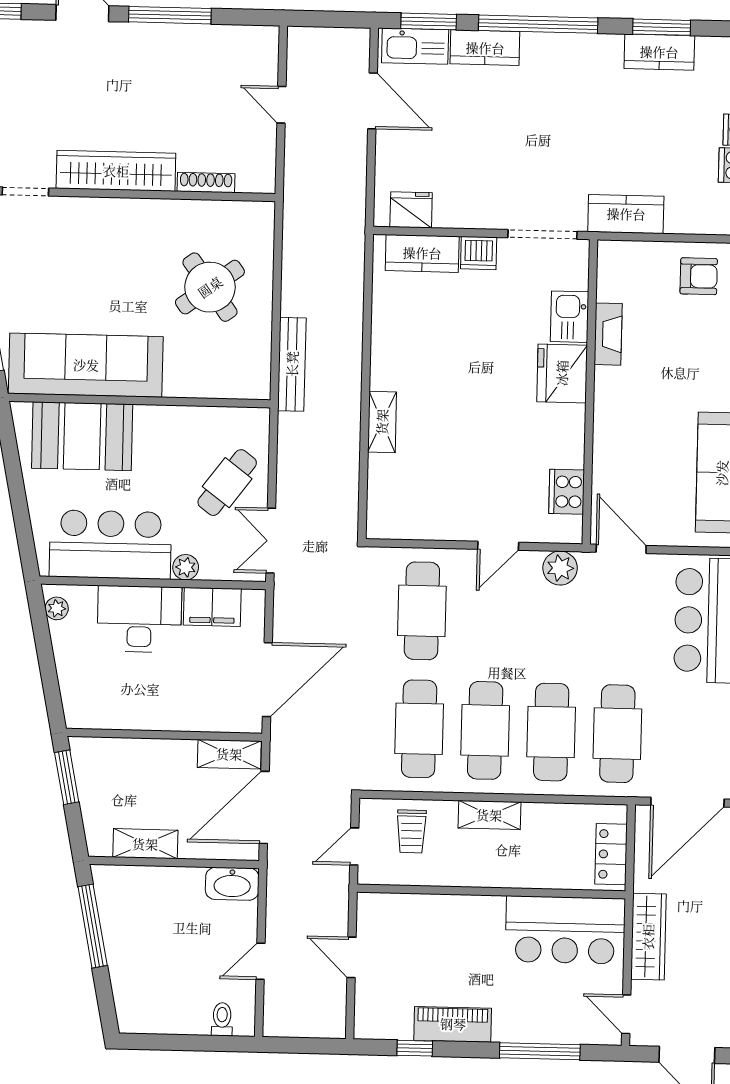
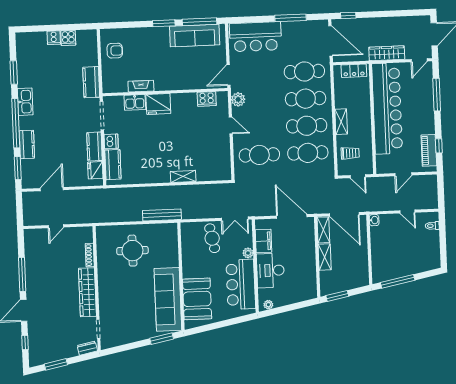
kitchen sink: (415, 46) -> (25, 102), moved
kitchen counter: (659, 52) -> (95, 146), moved, turned 180
armchair: (699, 276) -> (115, 51), turned 90
round table: (210, 287) -> (132, 251), turned 36
cafe table: (227, 483) -> (212, 238), turned 42
shelving: (145, 844) -> (325, 257), moved
washbasin: (232, 884) -> (374, 220), width x0.52, depth x0.69
bar counter: (565, 930) -> (387, 108), width x1.86
piano: (453, 1024) -> (429, 150), moved

